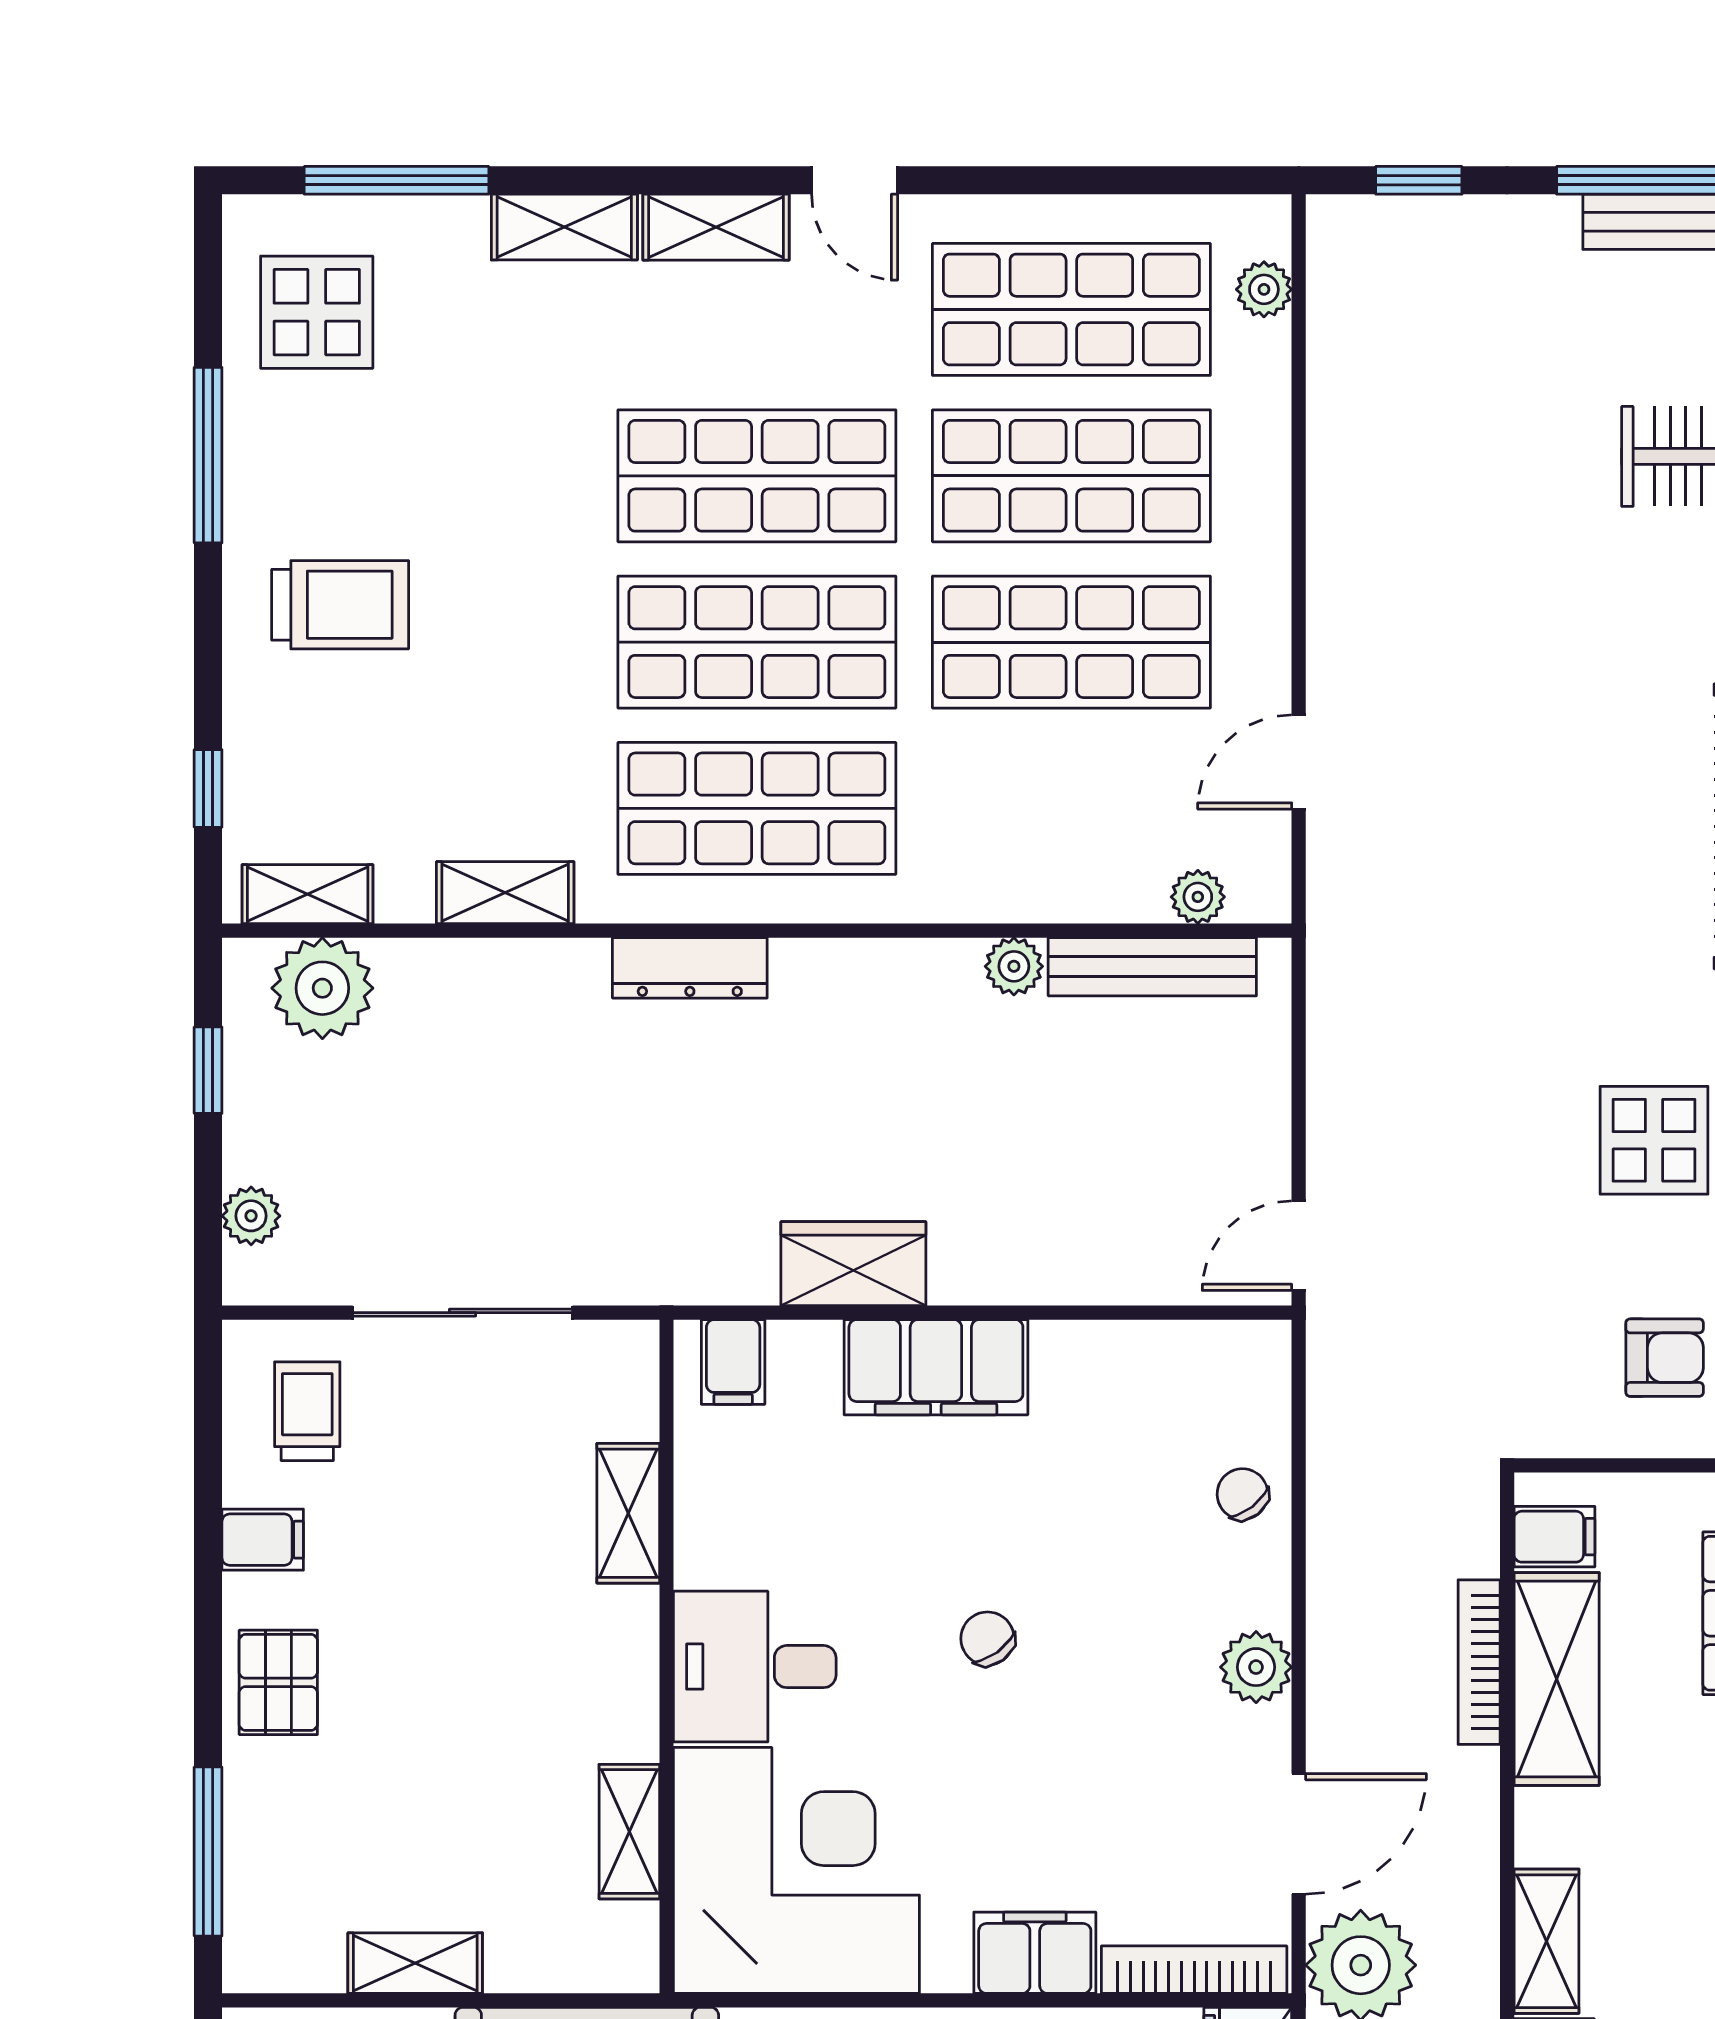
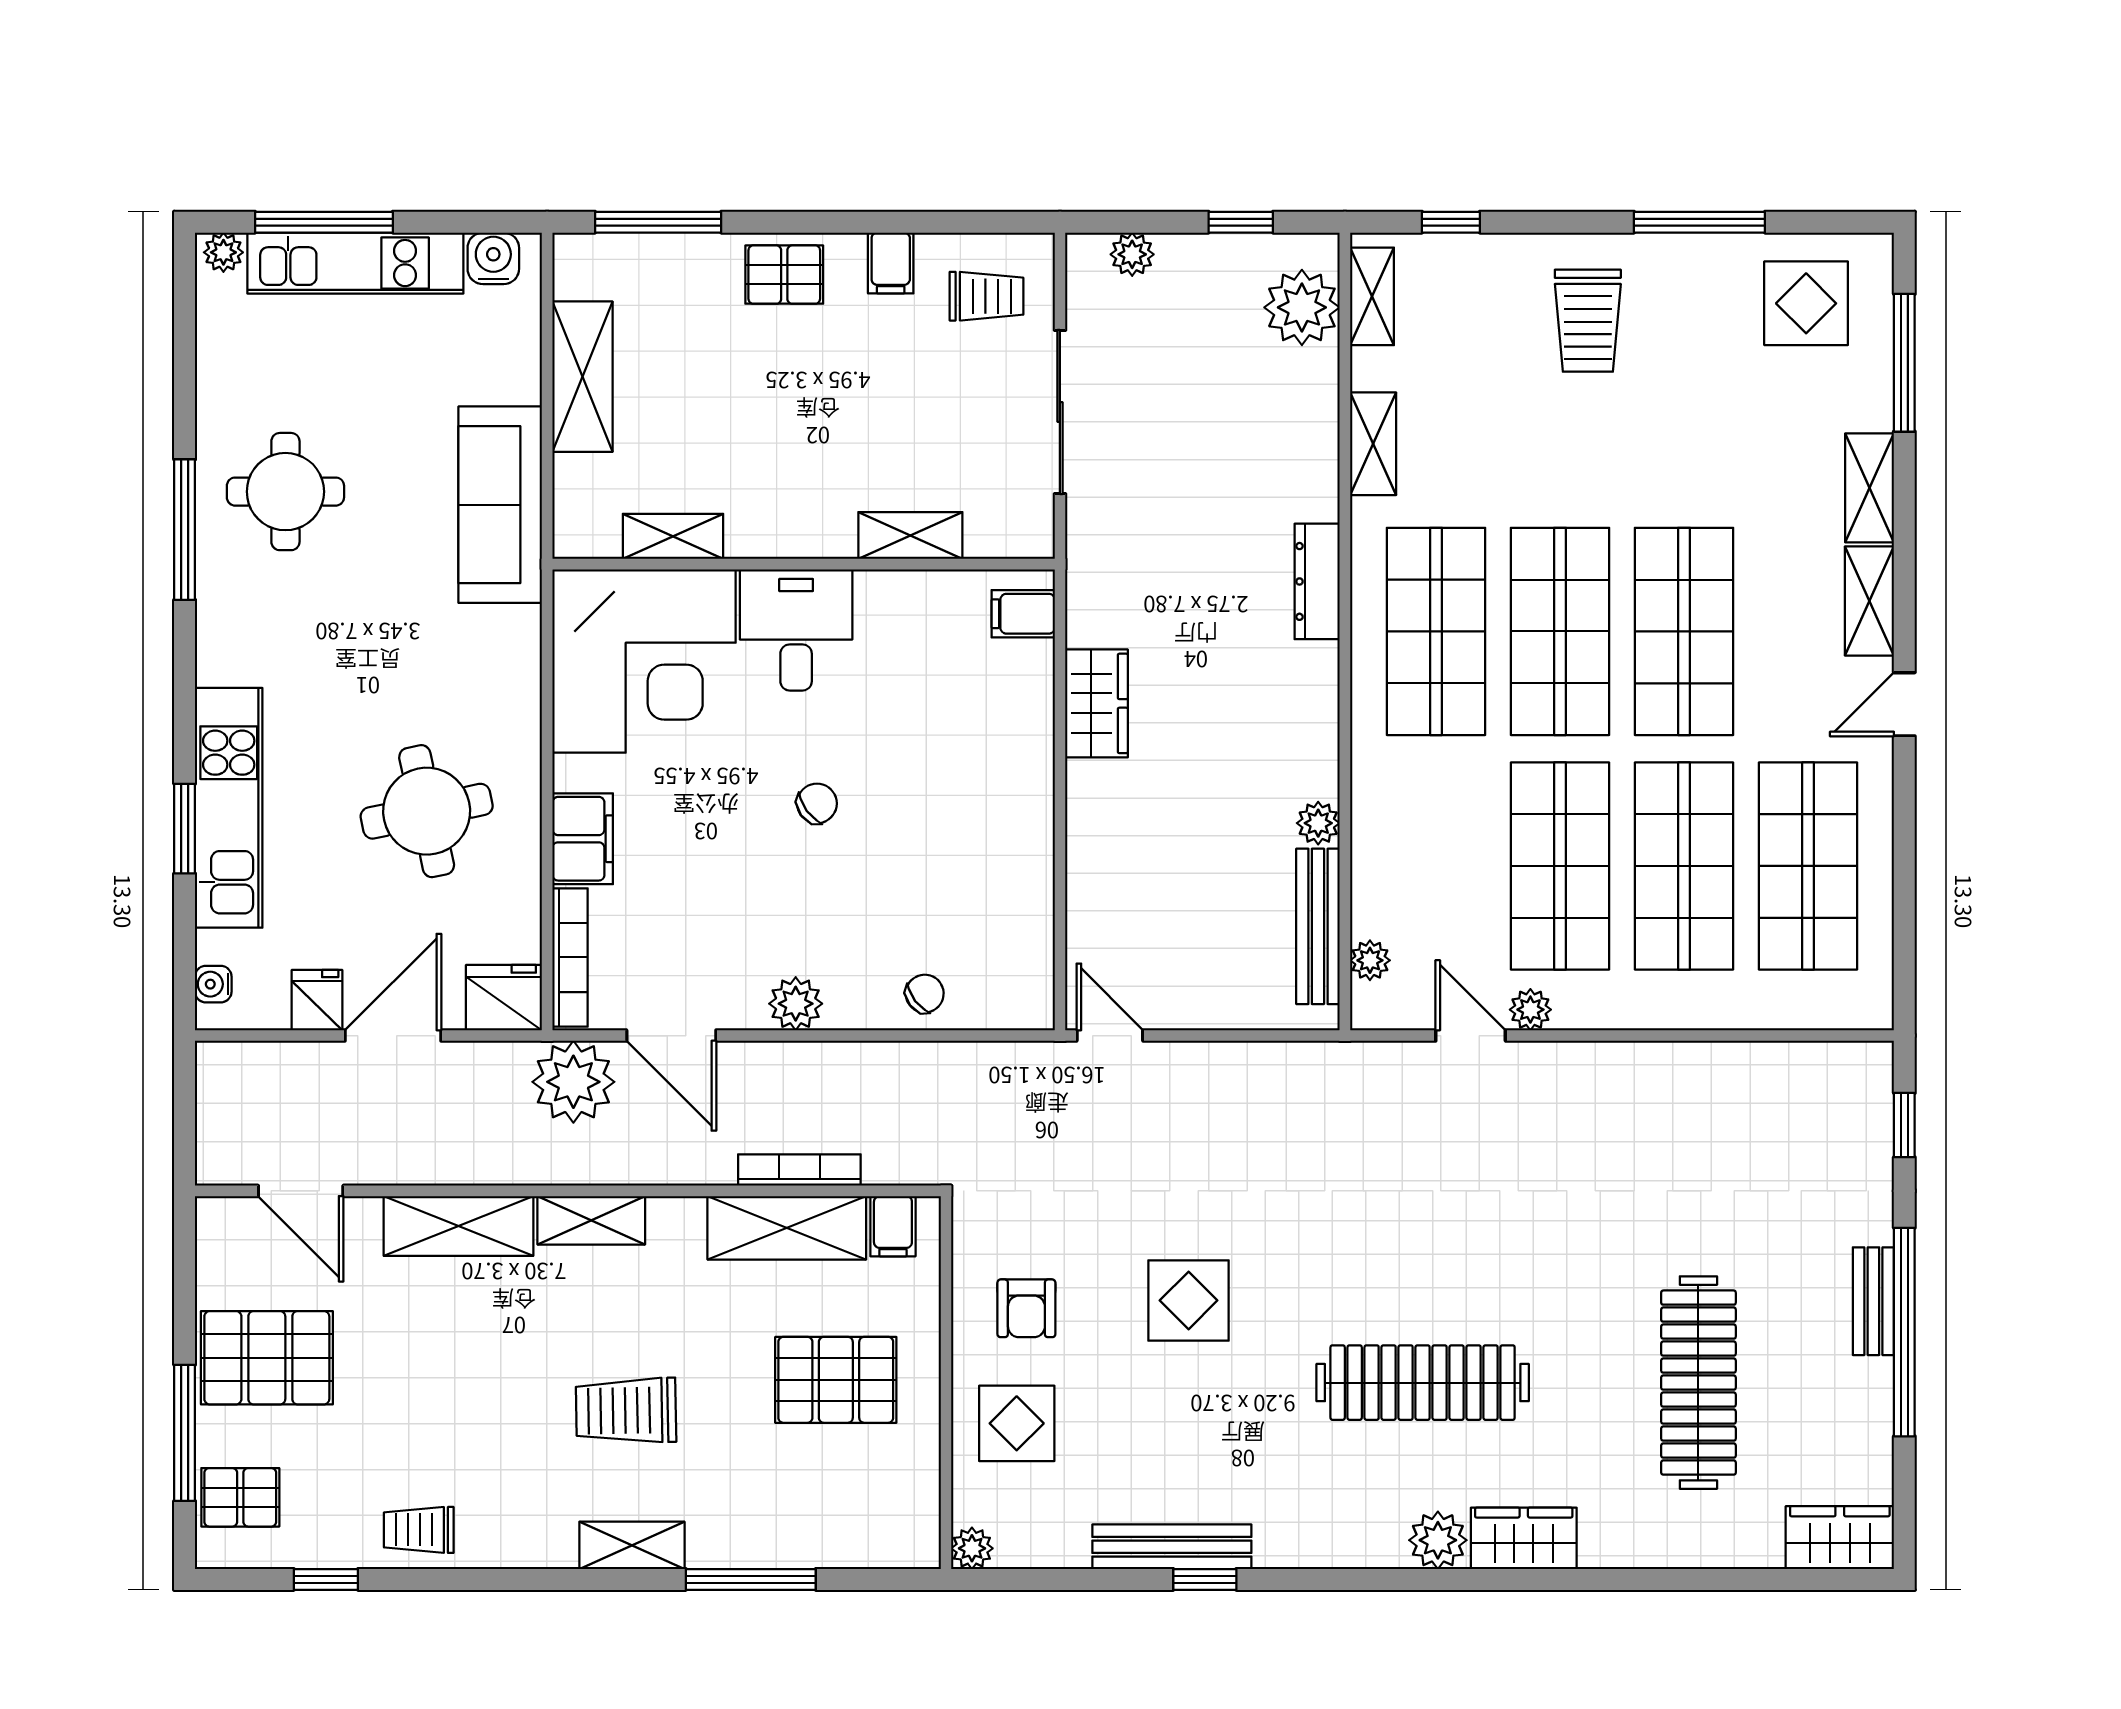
plant: (1264, 289) -> (1530, 1010), moved
filing cabinet: (936, 1367) -> (1019, 765), removed
shelving: (415, 1963) -> (582, 377), width x1.50, depth x1.33

